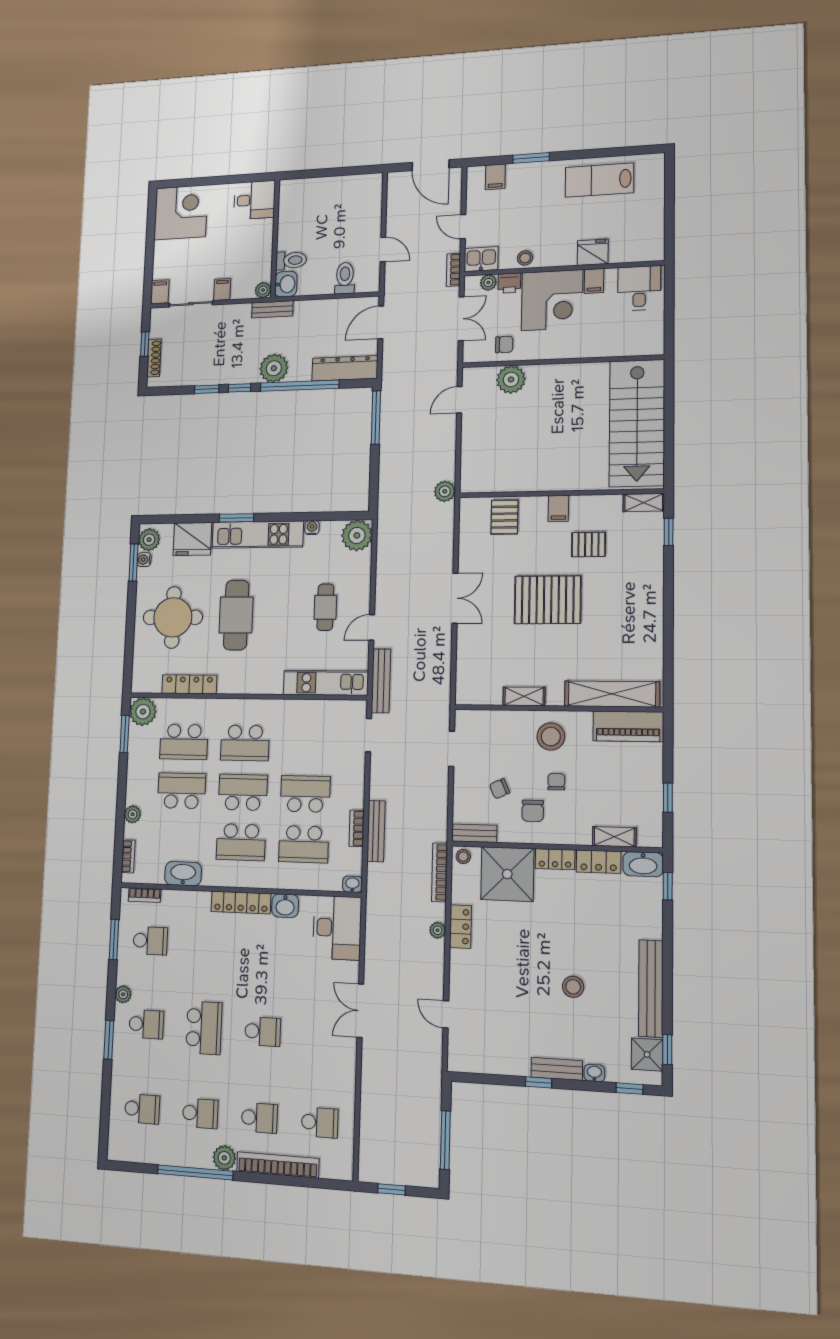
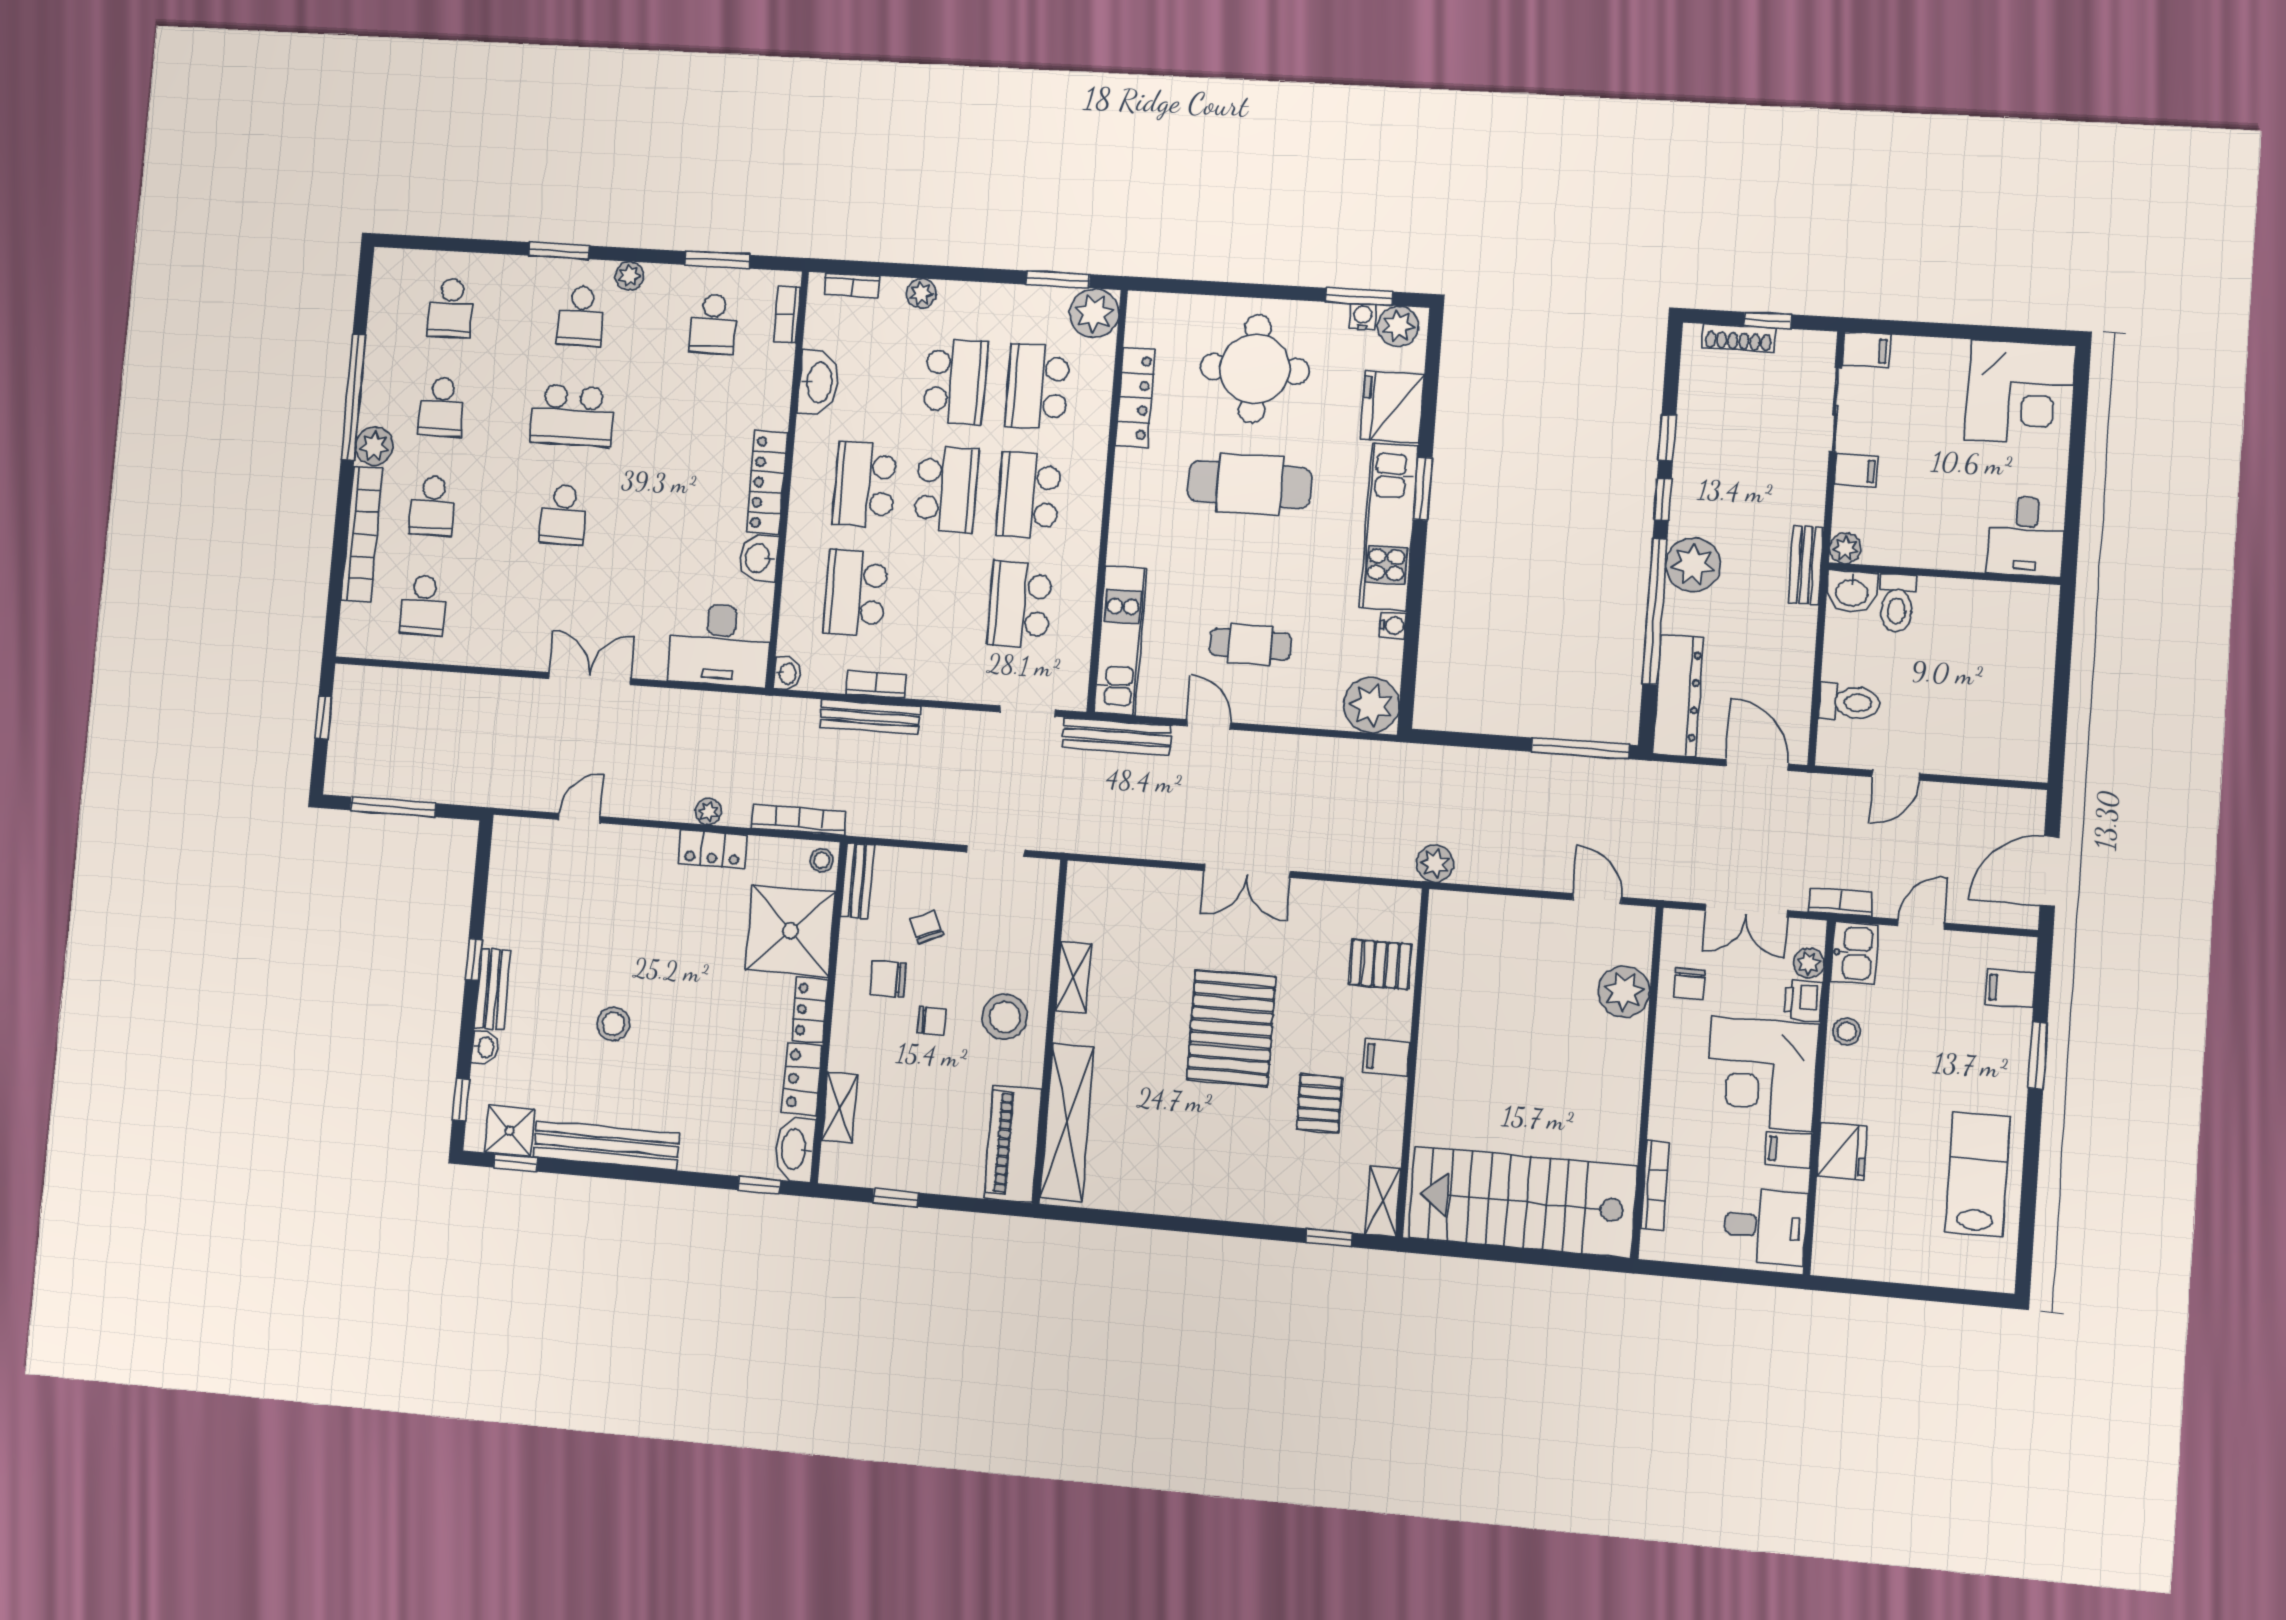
bookcase: (620, 351) -> (1655, 1185), added
school desk: (305, 794) -> (1020, 604), moved, turned 180

